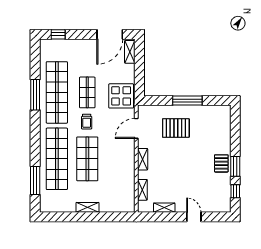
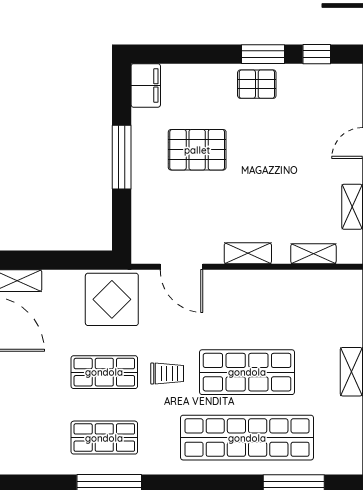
shop shelf: (57, 92) -> (104, 438), width x0.50, depth x0.74
filing cabinet: (221, 112) -> (146, 85), added
pallet: (176, 128) -> (197, 150), moved, turned 90

